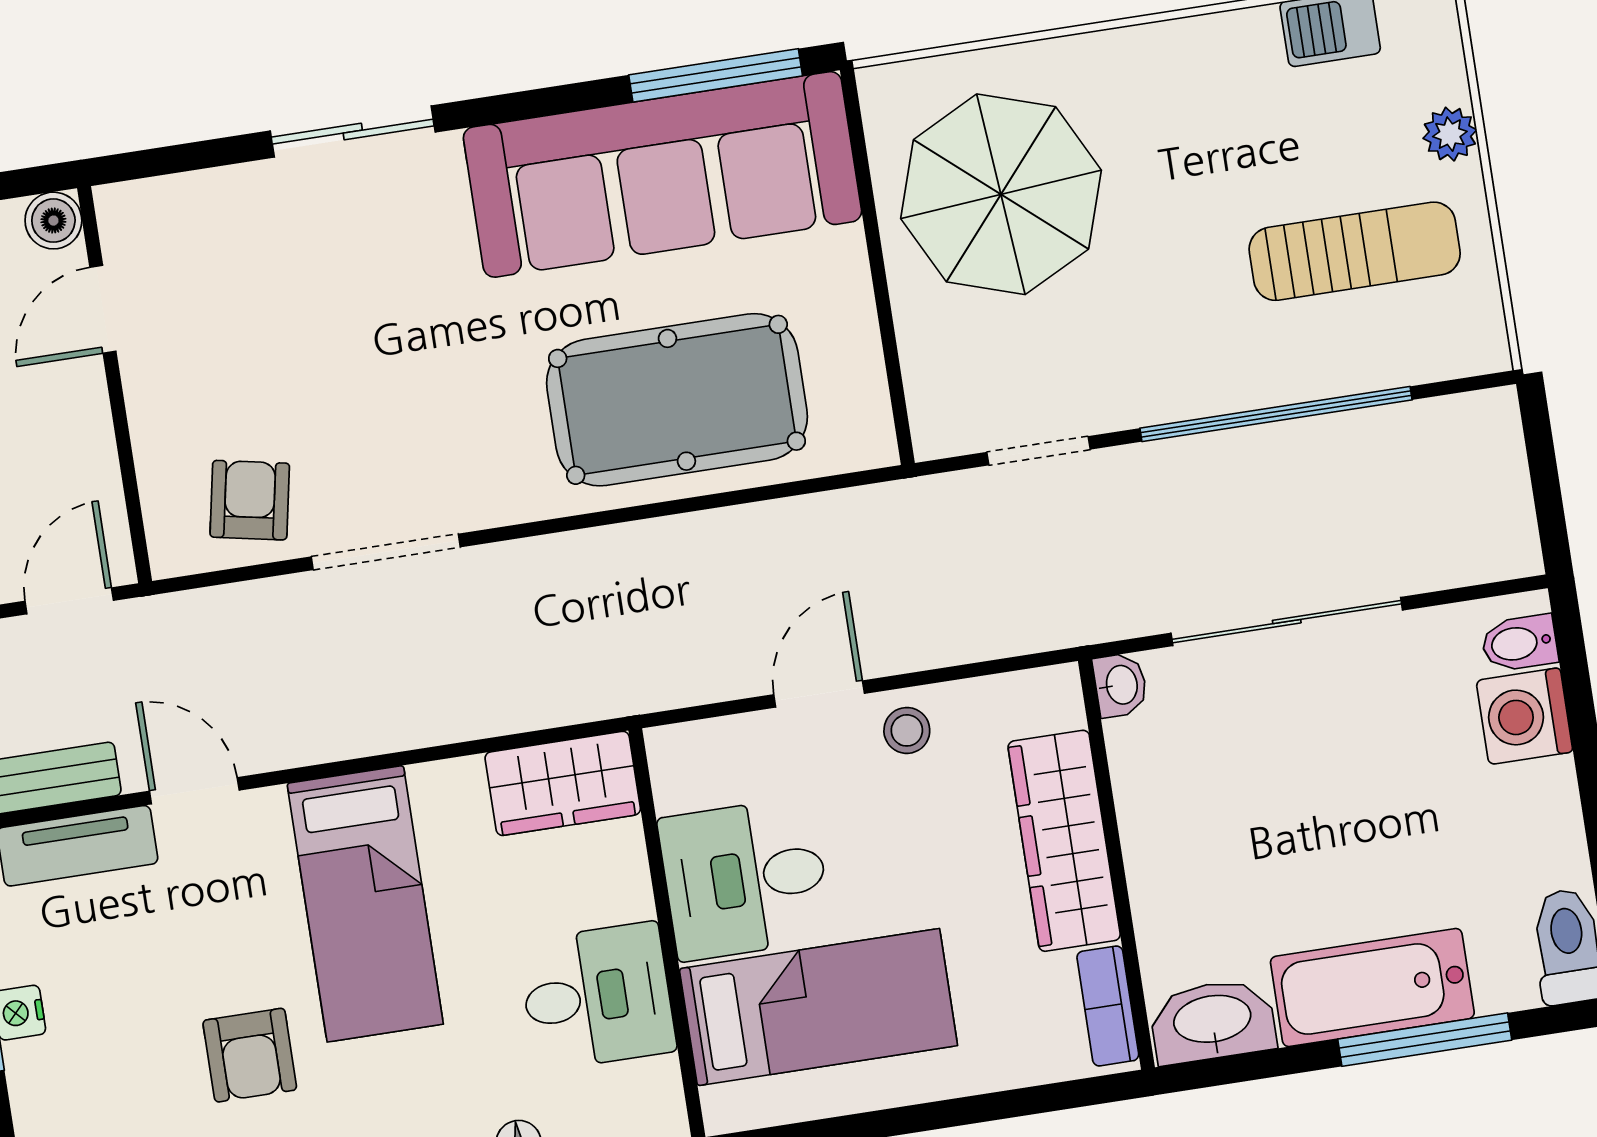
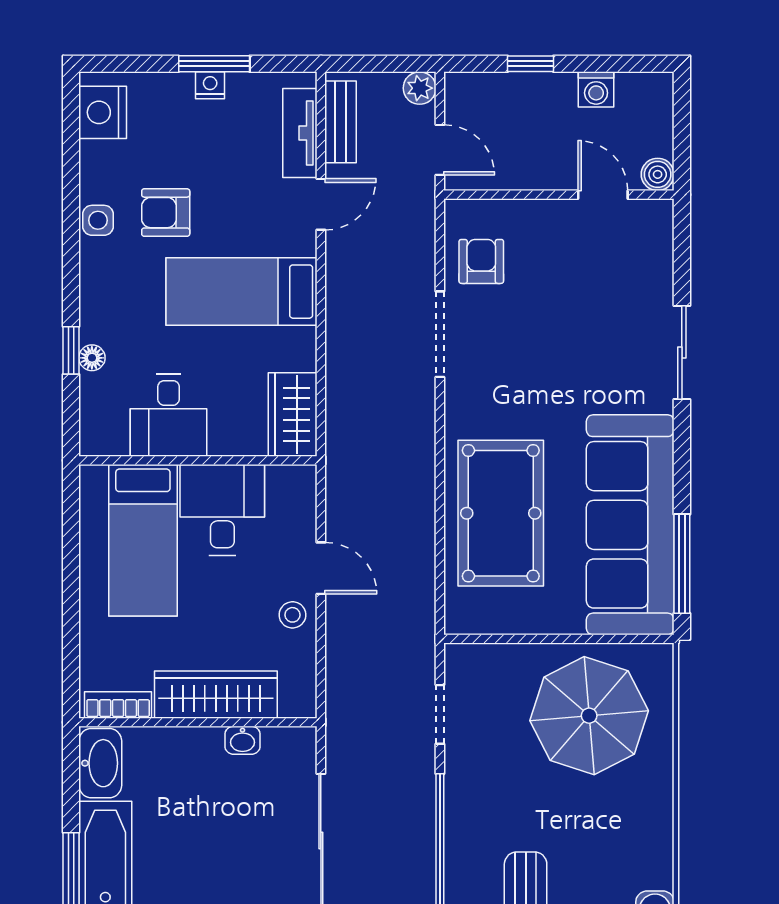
armchair: (250, 500) -> (481, 261), turned -101
washbasin: (1120, 685) -> (243, 740), moved

